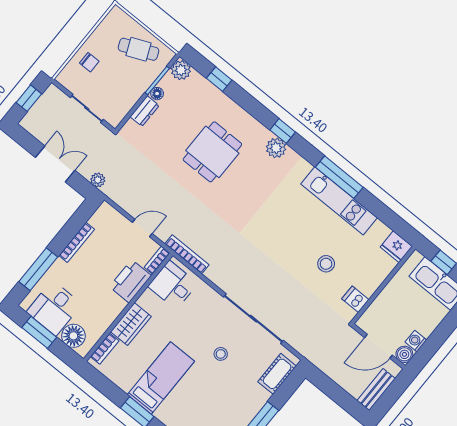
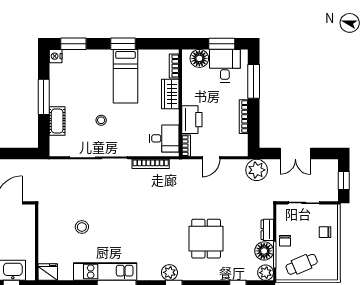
chair: (136, 86) -> (285, 241), added
floor lamp: (157, 94) -> (264, 251), width x1.89, depth x1.89
plant: (98, 180) -> (257, 170), width x1.87, depth x1.87
bookcase: (187, 254) -> (151, 164), moved
dishwasher: (355, 299) -> (47, 220), removed
cot: (277, 374) -> (57, 121), moved

